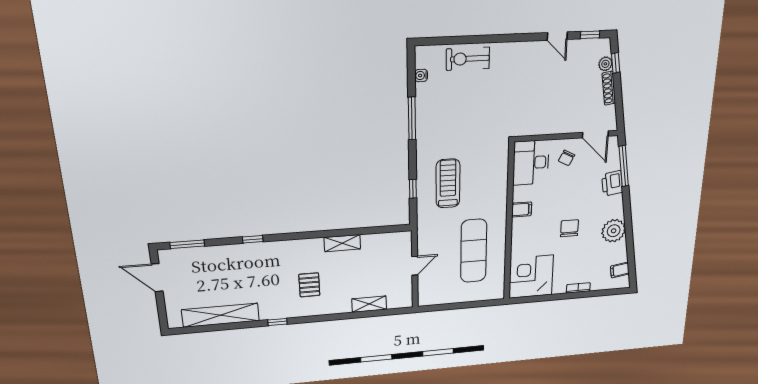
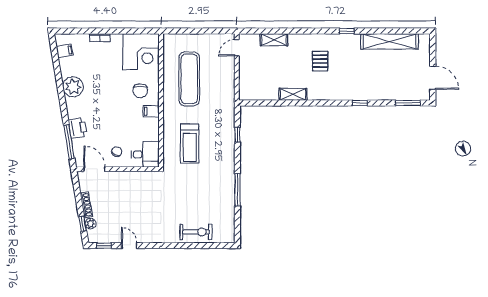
water cooler: (421, 75) -> (230, 221), removed
desk: (531, 163) -> (145, 154), width x0.73
treadmill: (448, 183) -> (190, 144), moved
chair: (569, 228) -> (140, 91), moved
door: (415, 266) -> (237, 48), moved

